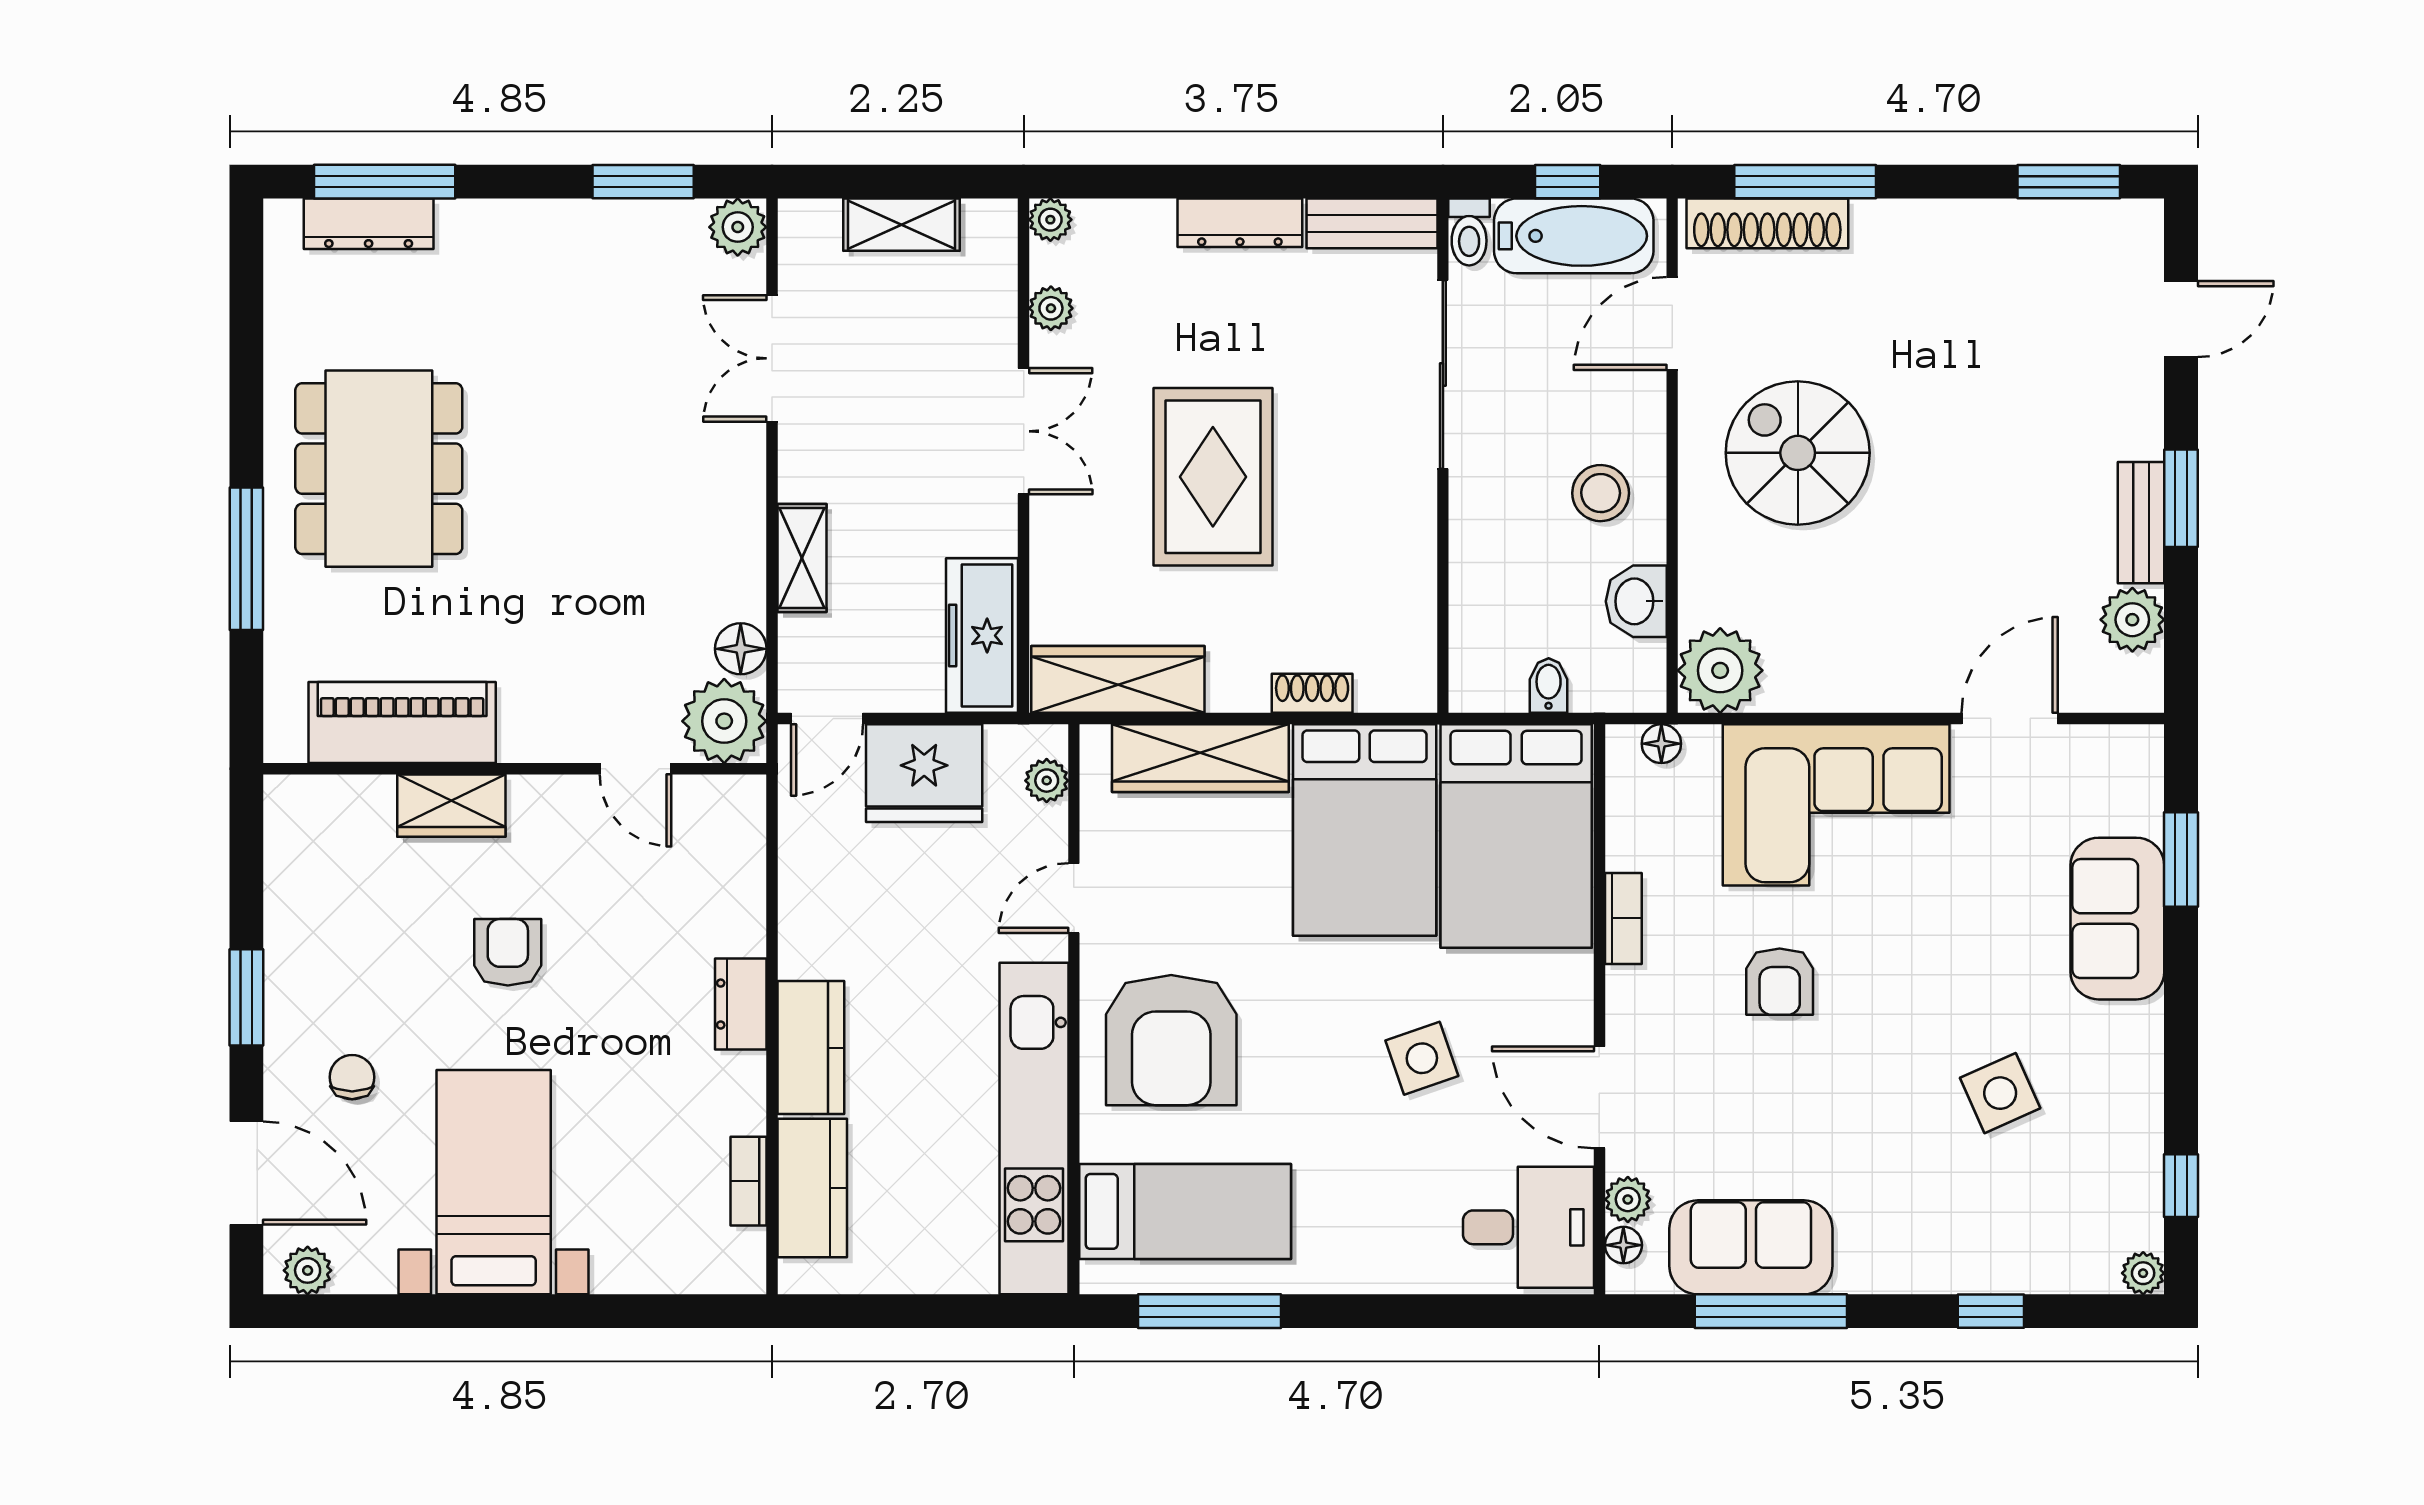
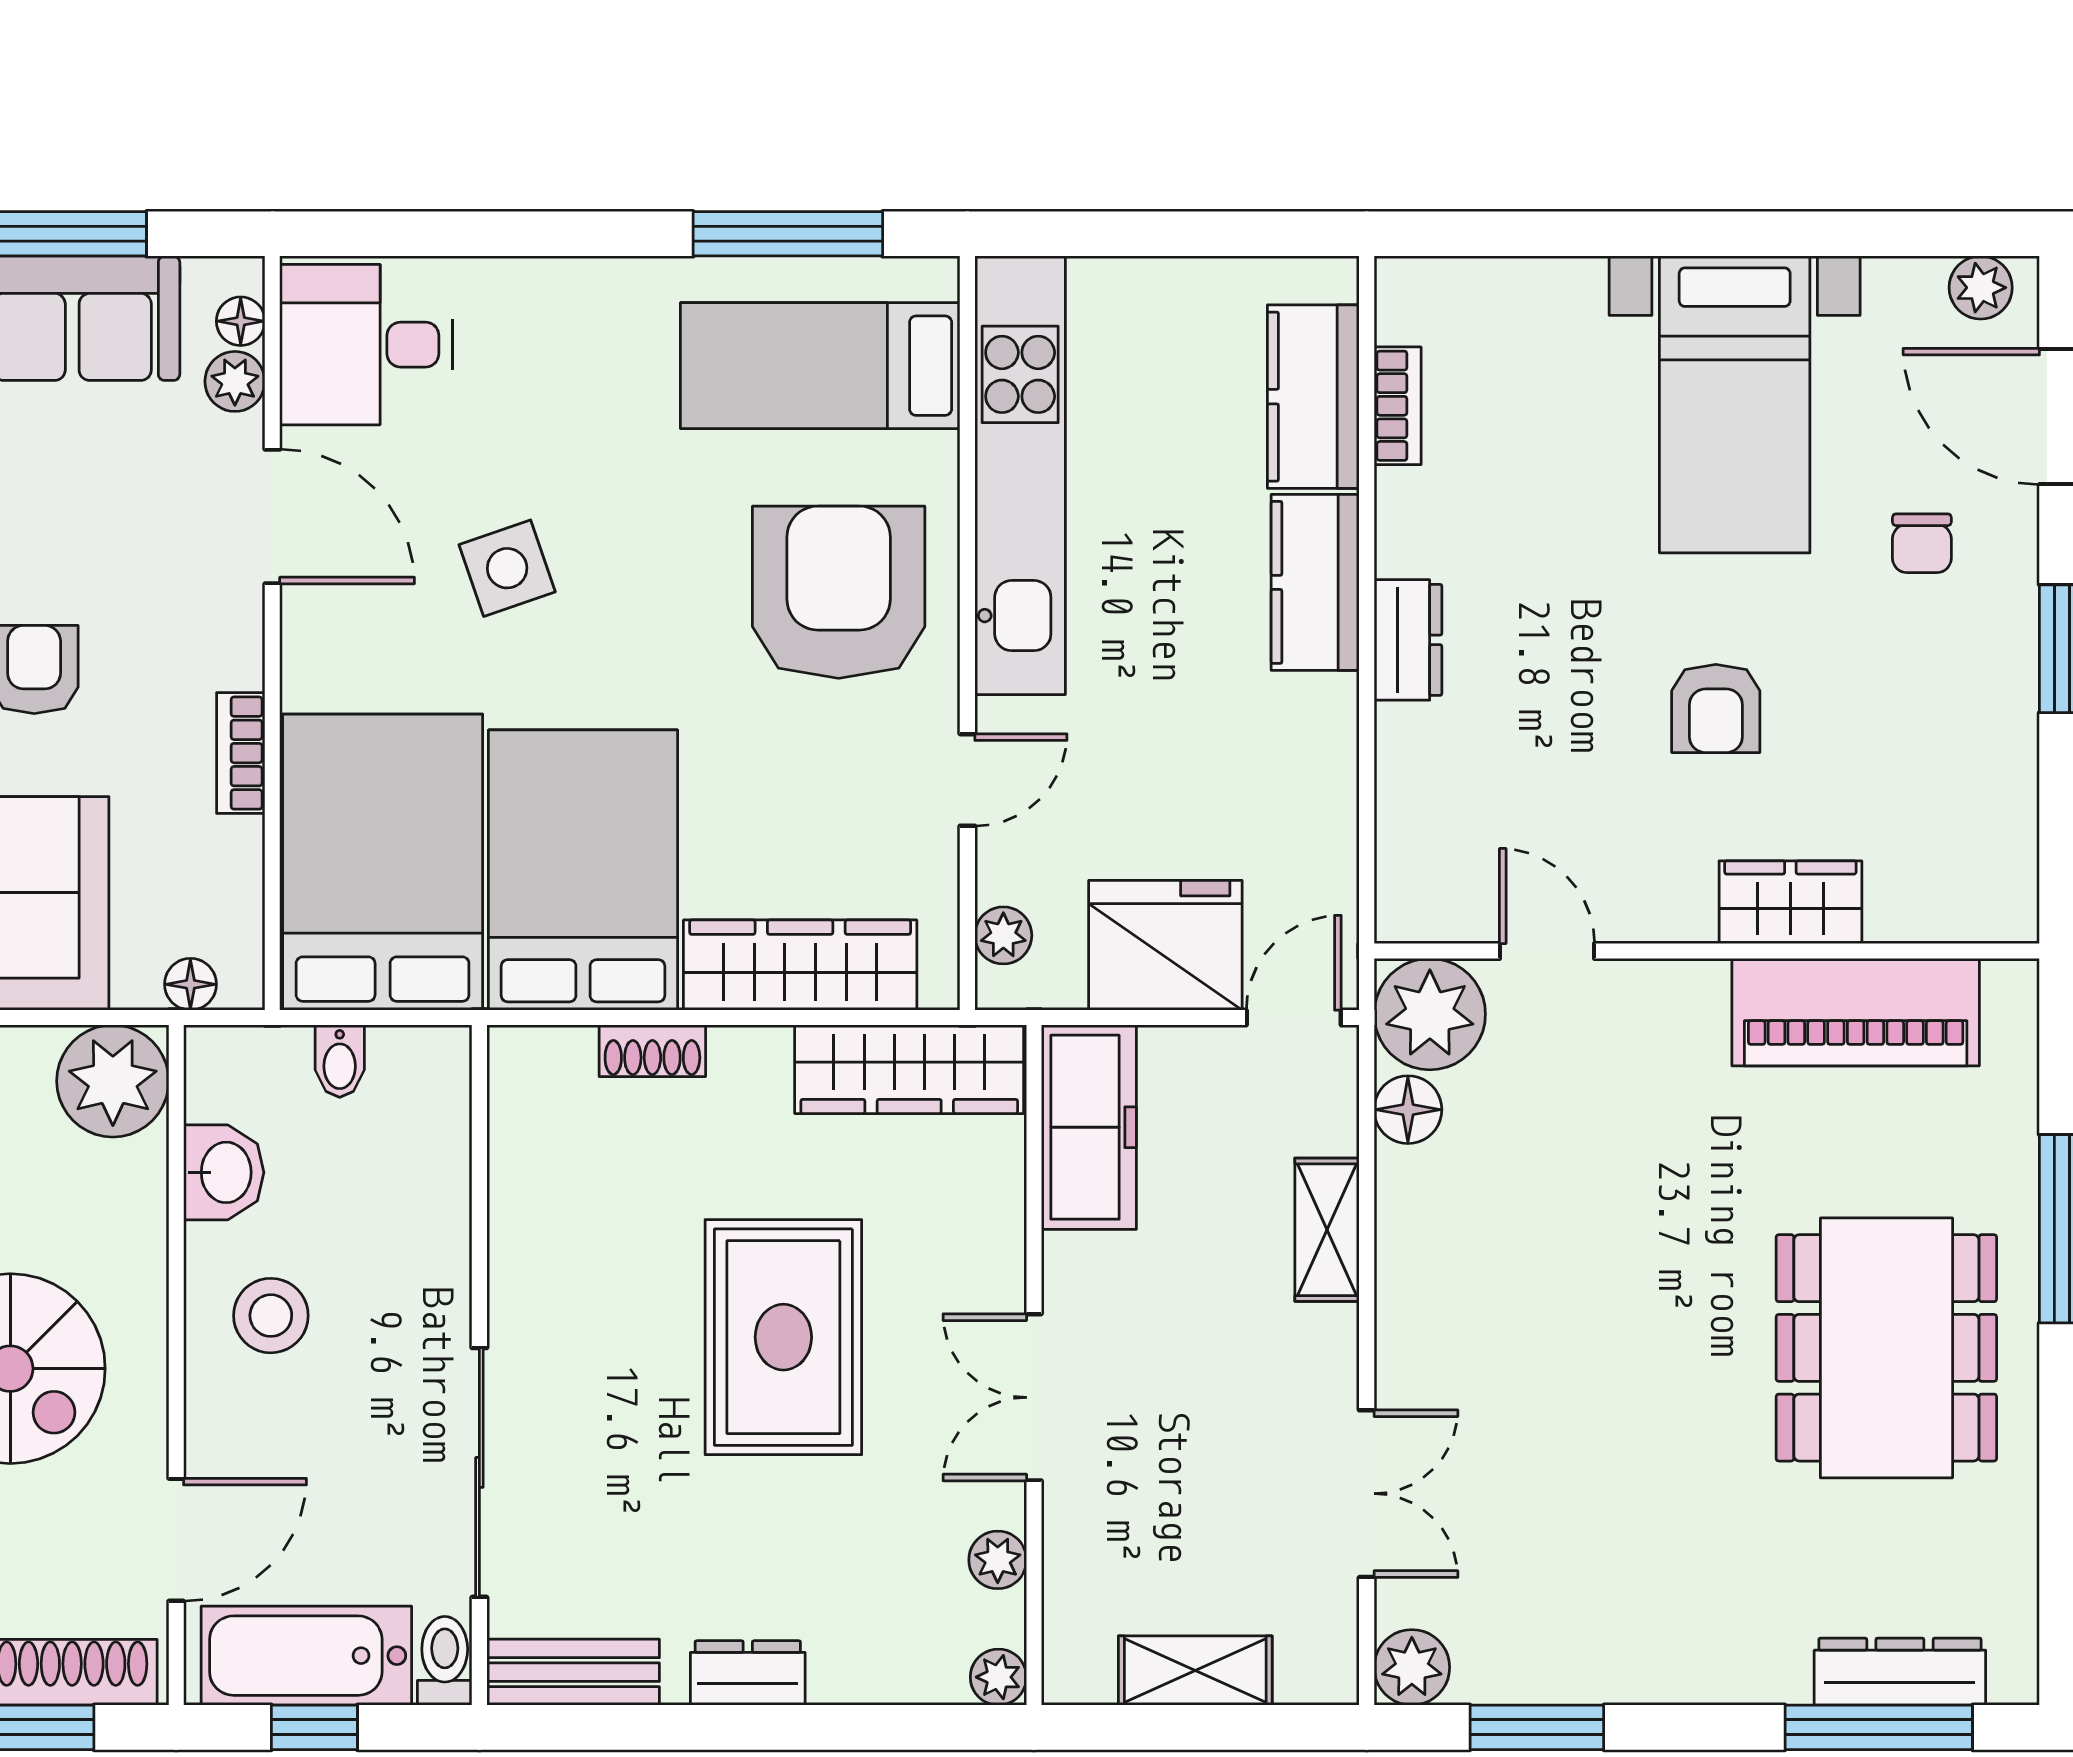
dresser: (1240, 223) -> (748, 1673), width x0.70

